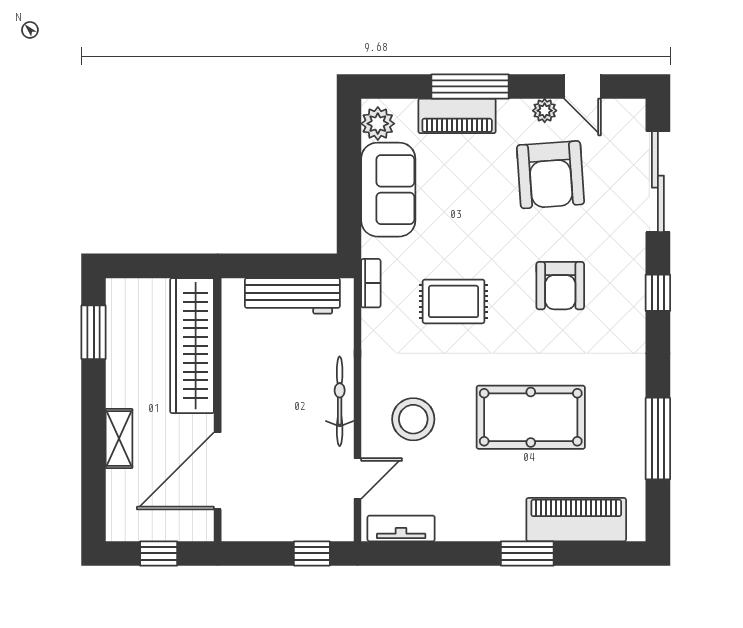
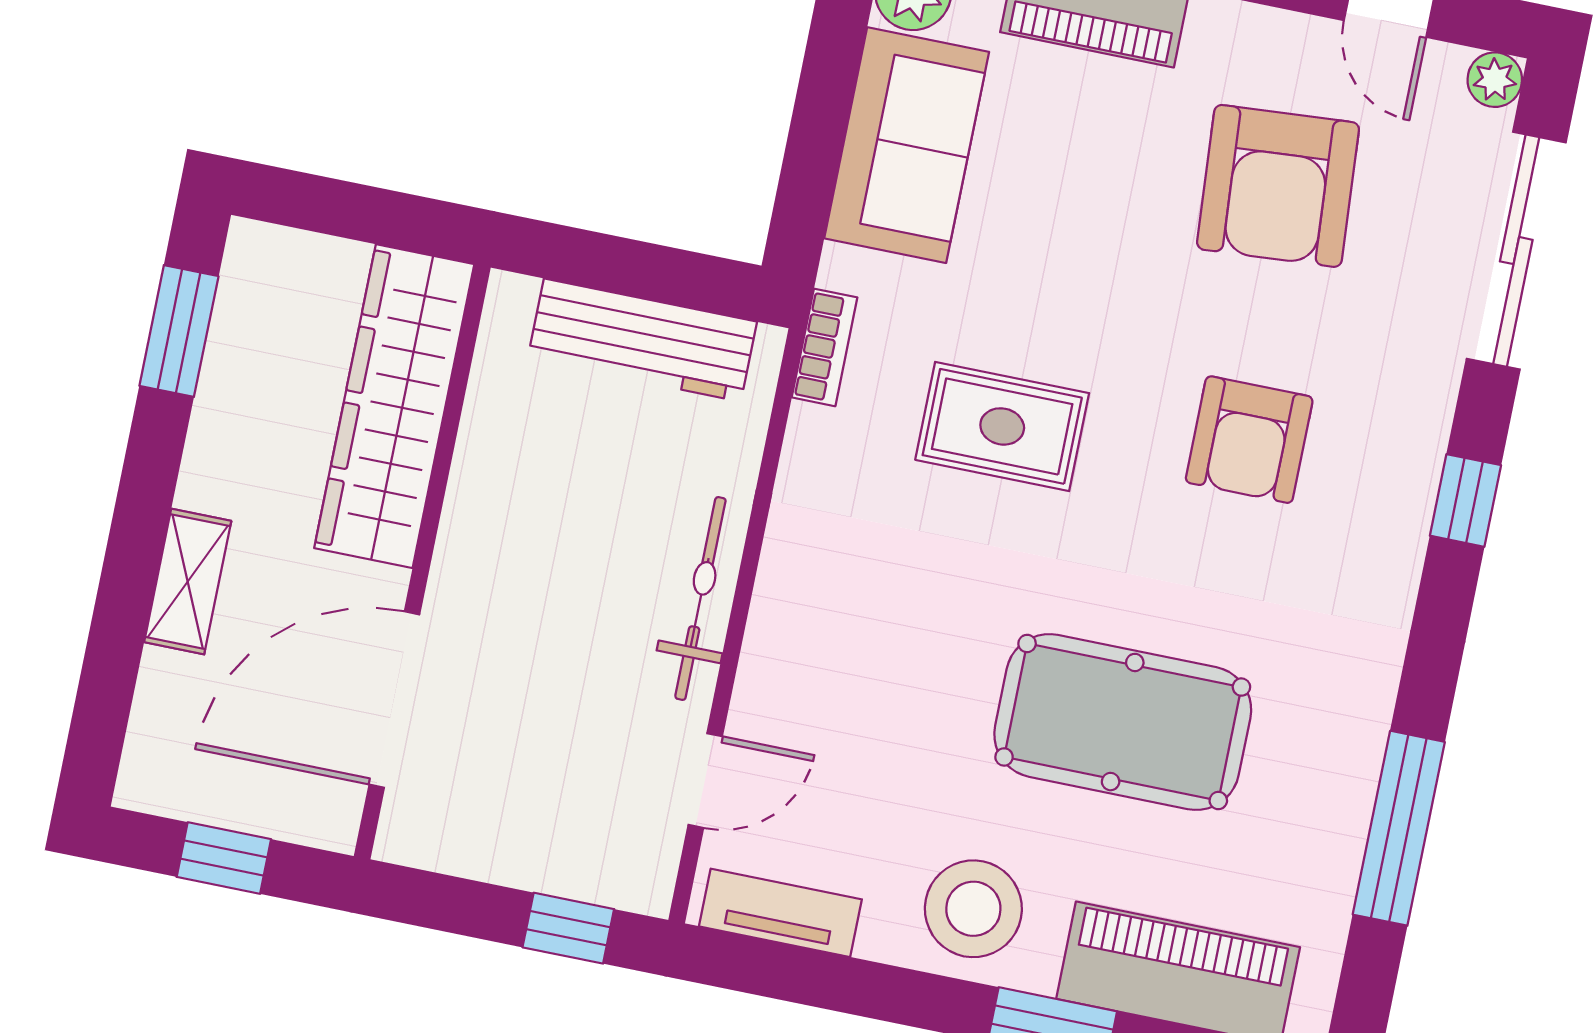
plant: (545, 111) -> (1495, 80), moved
stool: (413, 419) -> (973, 909), moved

